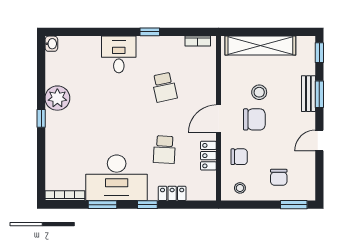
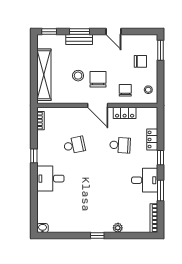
plant: (57, 98) -> (118, 228), moved, width x0.53, depth x0.53
desk: (117, 178) -> (145, 180), width x0.53, depth x0.77

